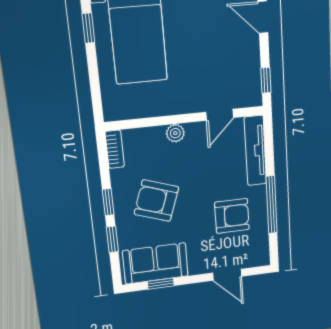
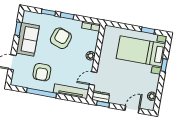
dresser: (252, 89) -> (101, 97), added
door: (220, 115) -> (93, 78), hinge flipped
sofa: (155, 263) -> (28, 39), moved

